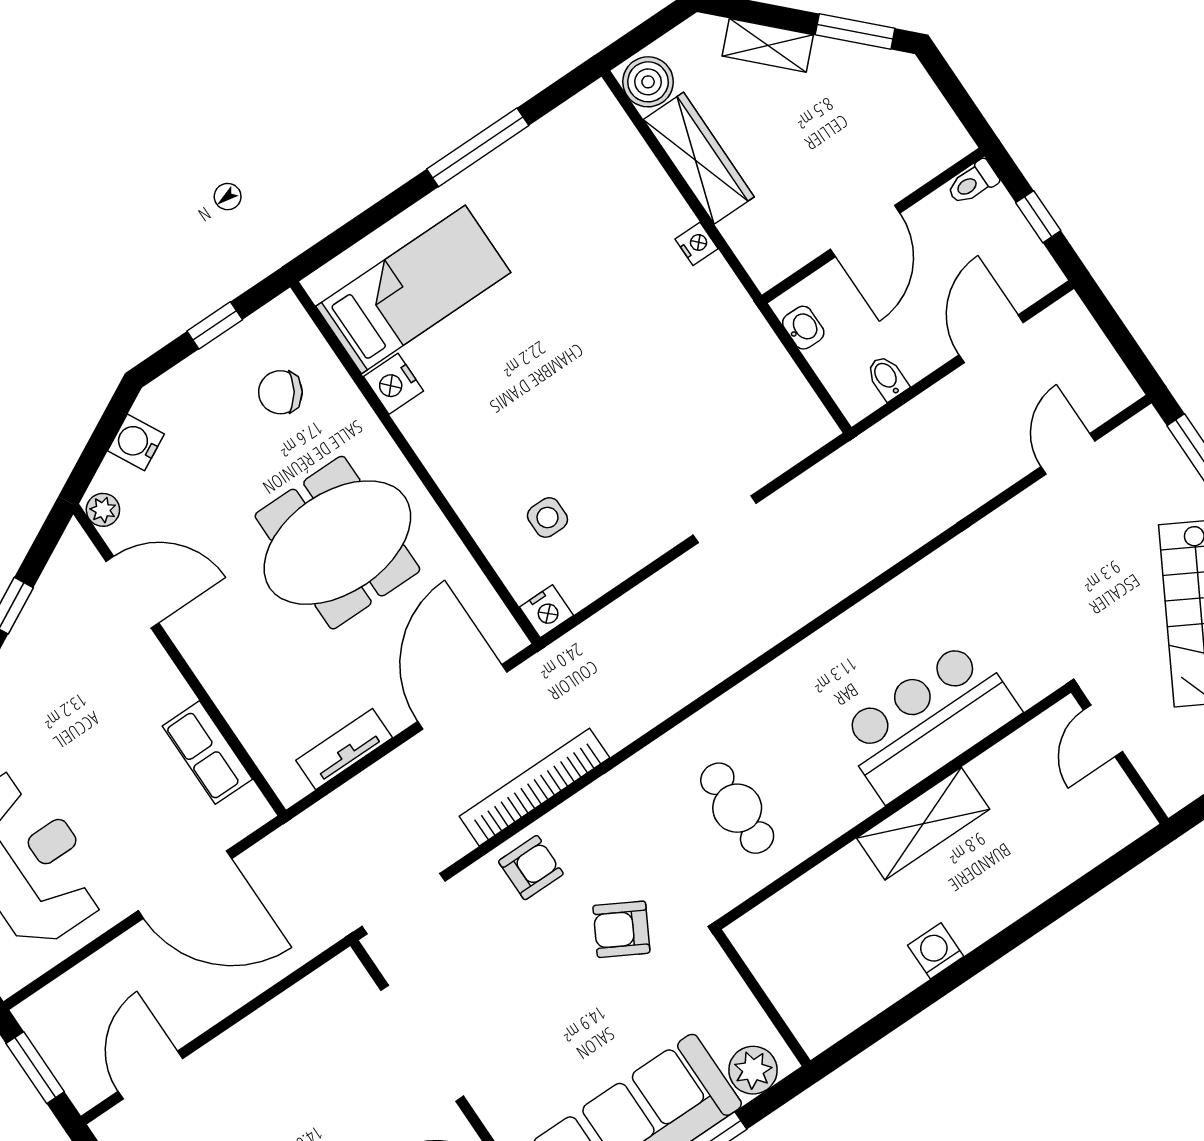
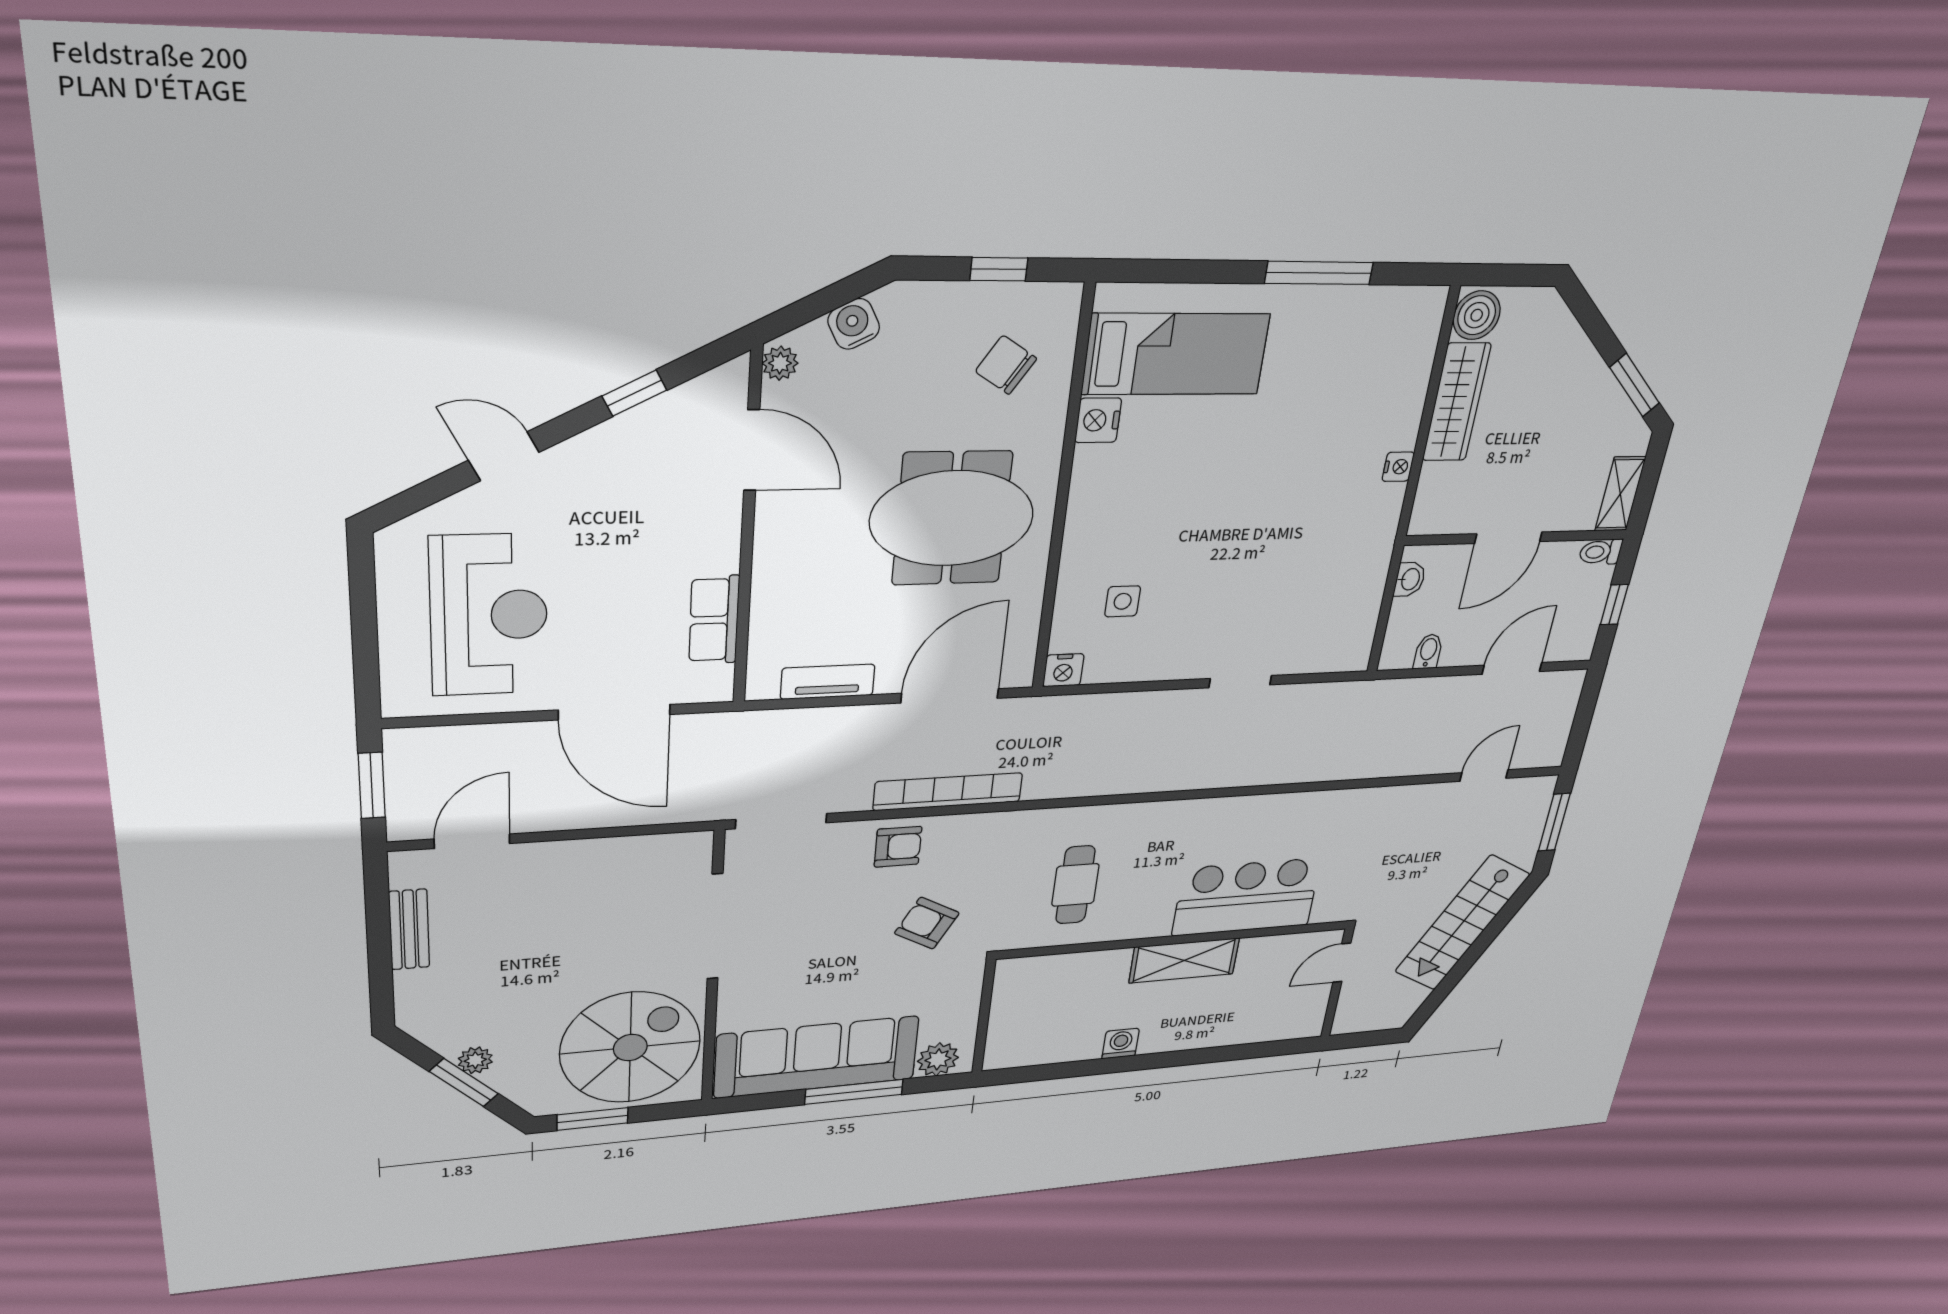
shelving: (768, 45) -> (1620, 494), moved, turned 45

